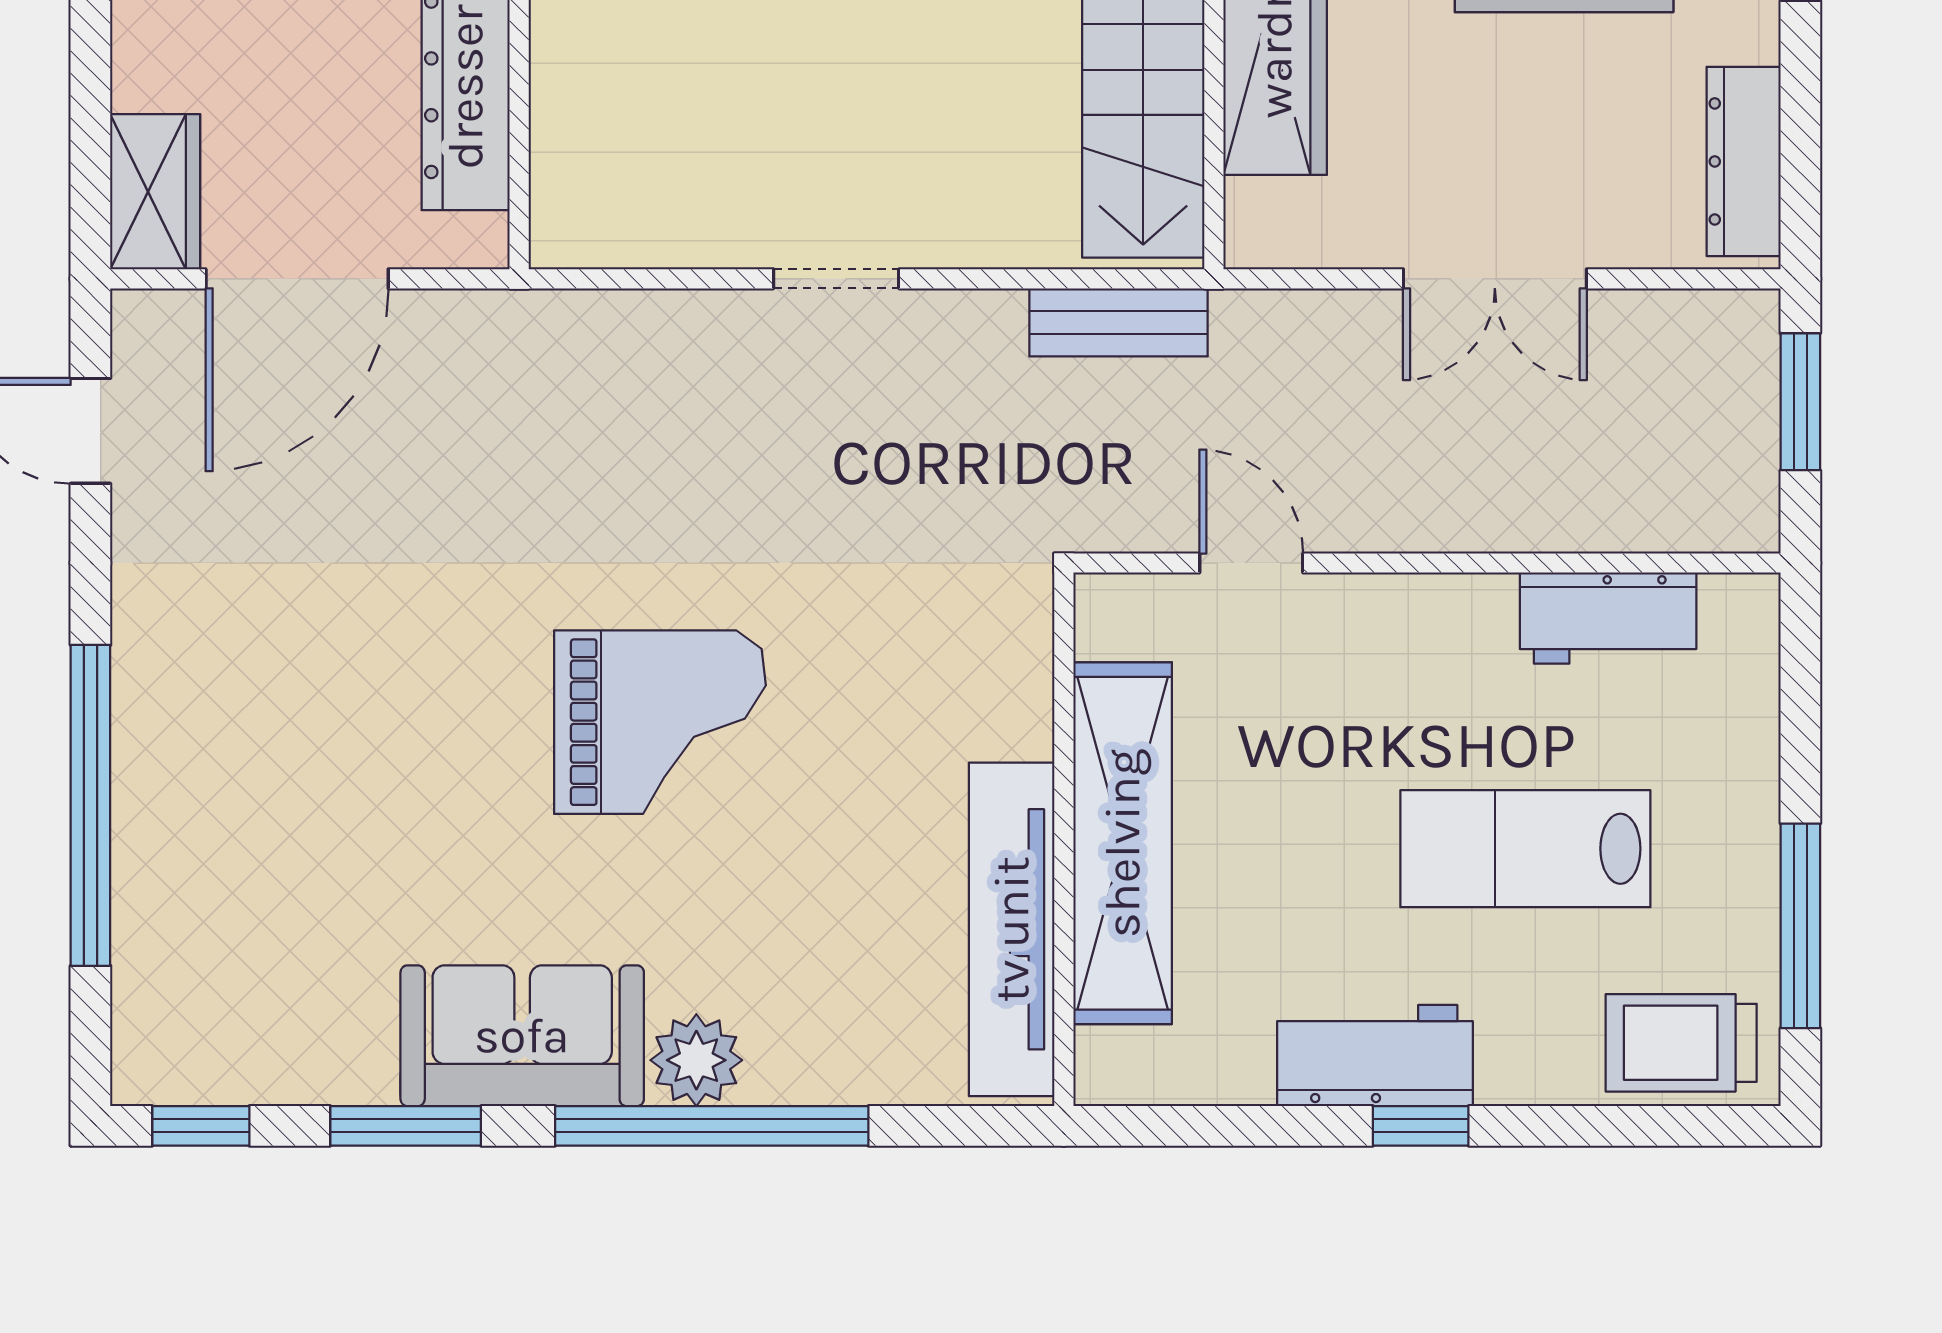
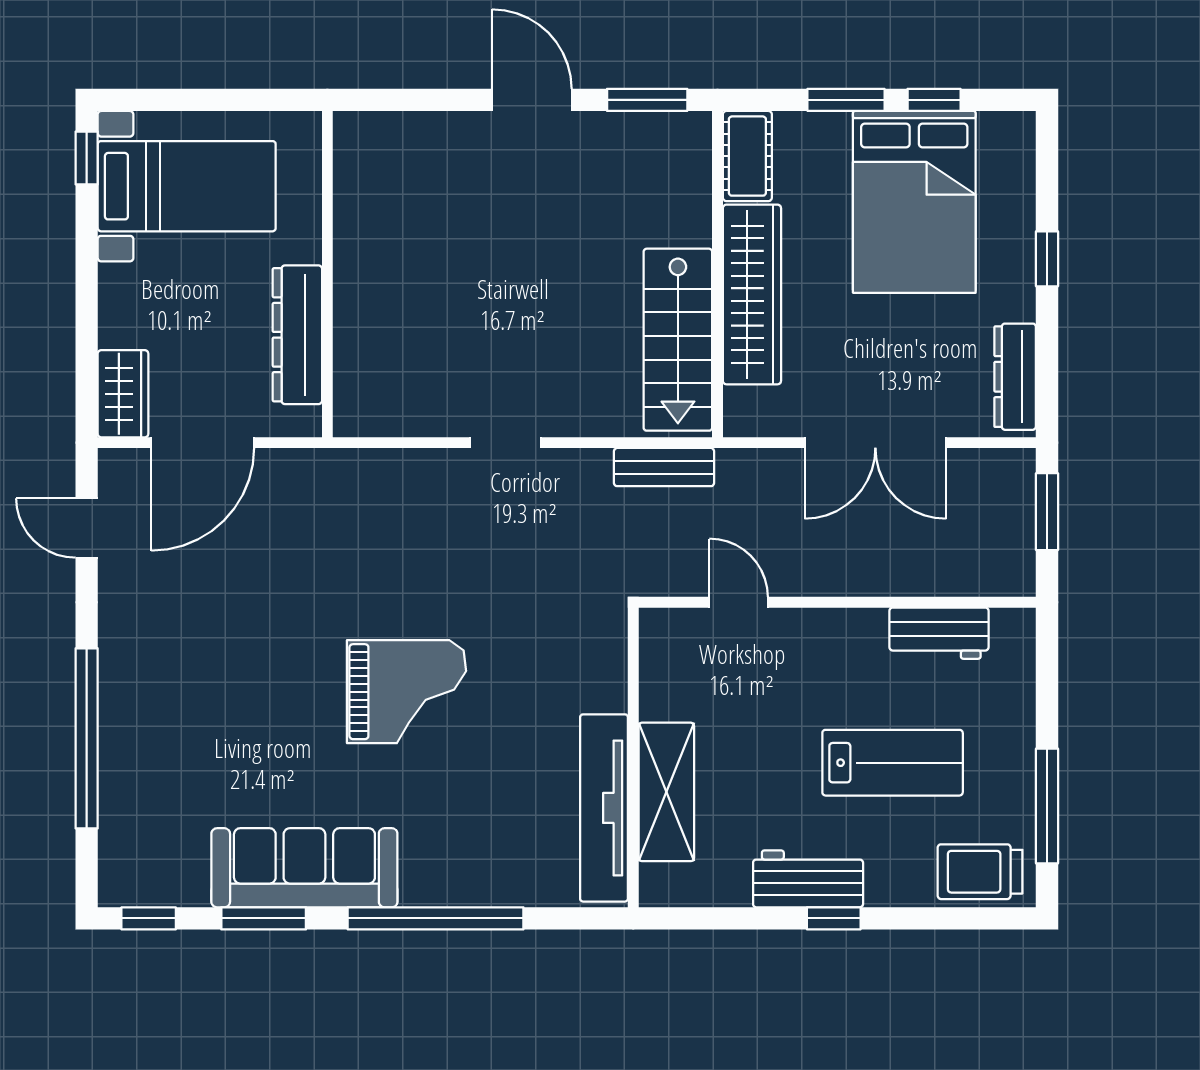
double door: (1495, 279) -> (875, 443), width x1.37
shelving: (1123, 843) -> (666, 792), width x0.68
lab bench: (1525, 849) -> (893, 763), turned 180
sofa: (522, 1036) -> (304, 868), width x1.36
plant: (696, 1060) -> (427, 881), removed

